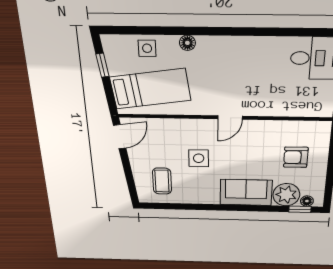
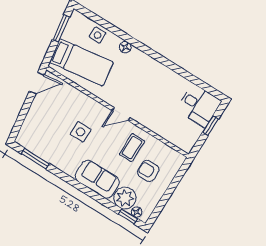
window: (102, 65) -> (61, 28), width x1.50
coffee table: (162, 181) -> (132, 148), moved
window: (171, 206) -> (35, 159), added

